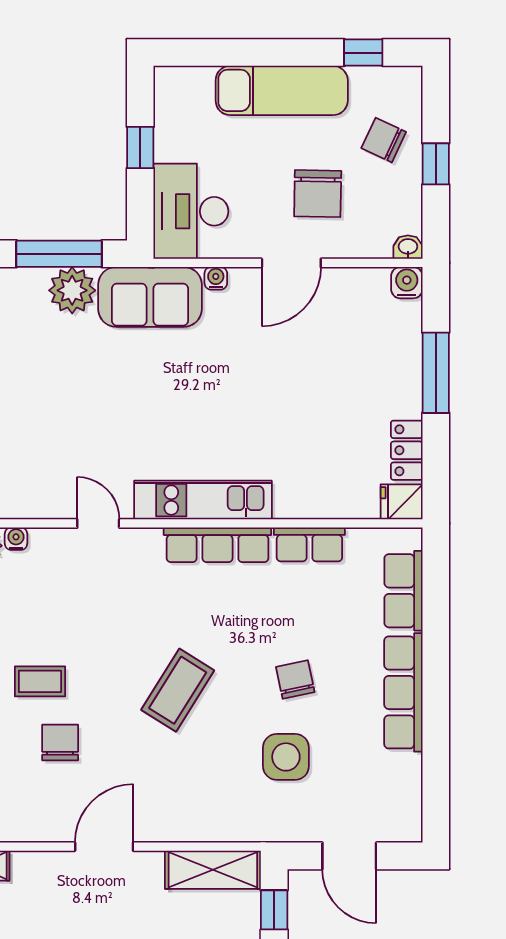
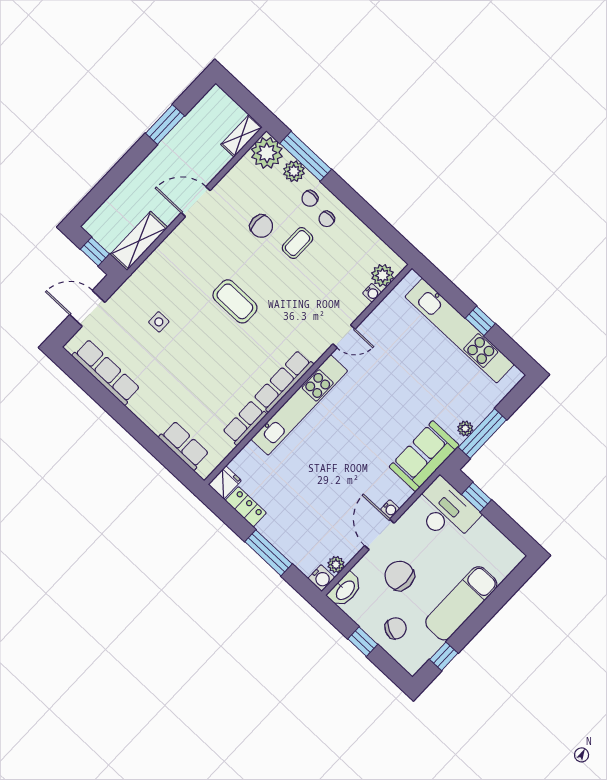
window: (140, 147) -> (476, 497), moved
washbasin: (408, 247) -> (345, 590), width x1.91, depth x1.45
water cooler: (216, 278) -> (390, 509), moved
plant: (375, 280) -> (336, 565), added
plant: (72, 290) -> (465, 428), width x0.53, depth x0.53
kitchen unit: (203, 500) -> (299, 405), width x1.36
chair: (295, 679) -> (190, 359), removed
coffee table: (178, 690) -> (235, 301), turned -32
row of seats: (403, 692) -> (106, 372), moved
side table: (286, 757) -> (159, 322), width x0.54, depth x0.54
door: (104, 847) -> (196, 202), swing flipped

